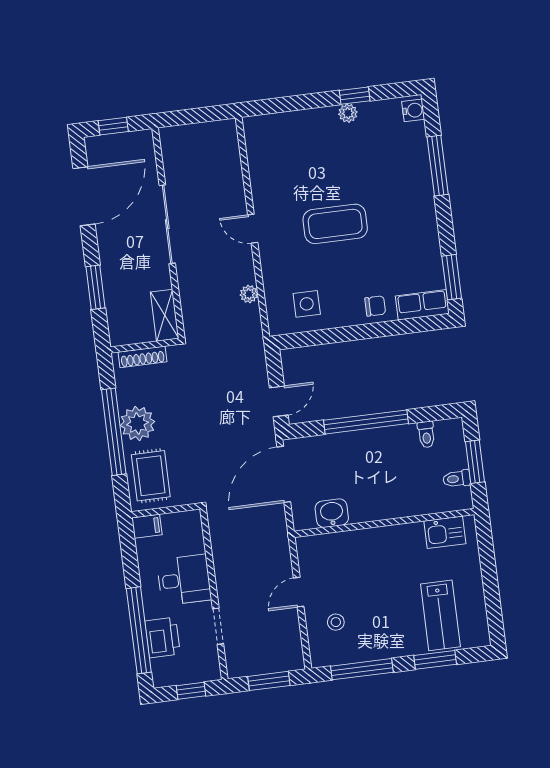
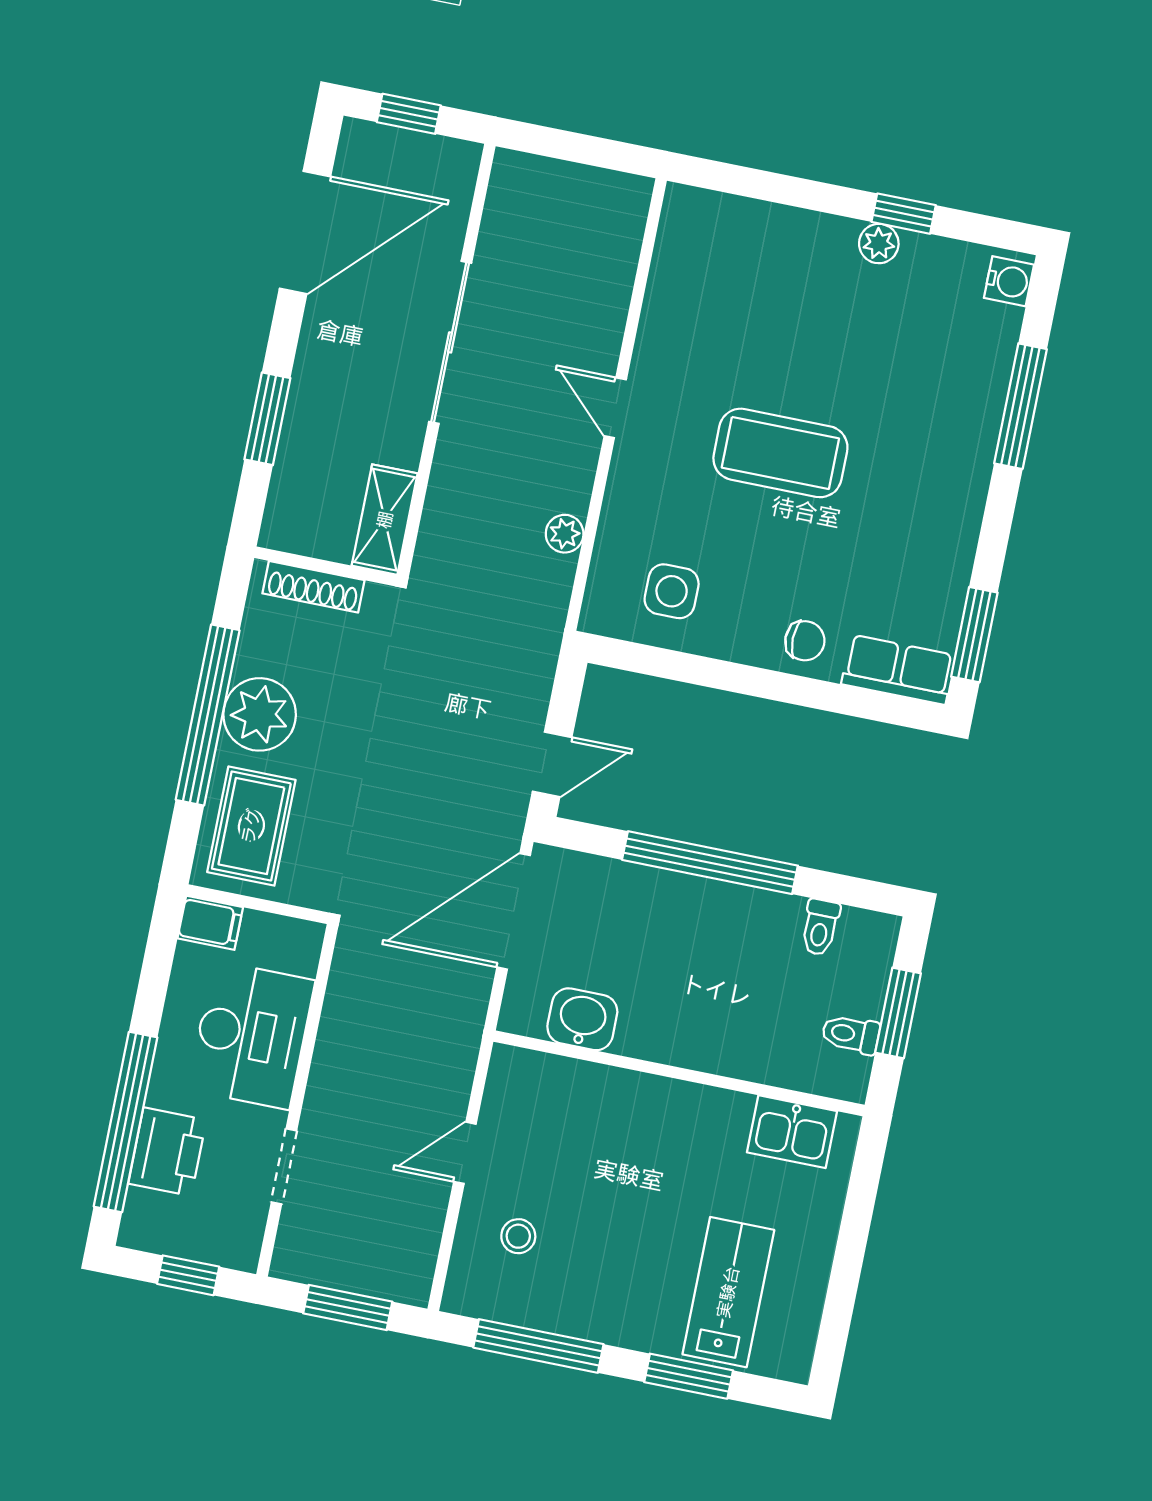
desk: (184, 580) -> (251, 1035), width x1.37
lab bench: (440, 615) -> (728, 1292), turned 180

